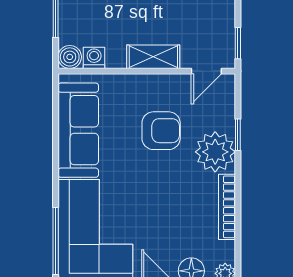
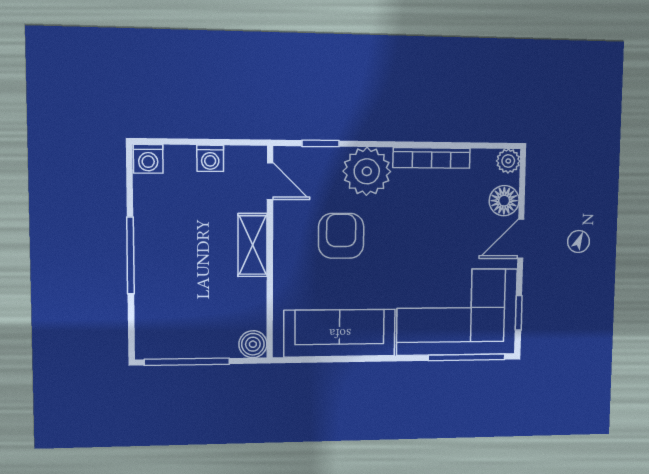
window: (238, 43) -> (236, 142), removed
washing machine: (94, 58) -> (210, 158), moved, turned -90
window: (238, 135) -> (321, 143), moved

